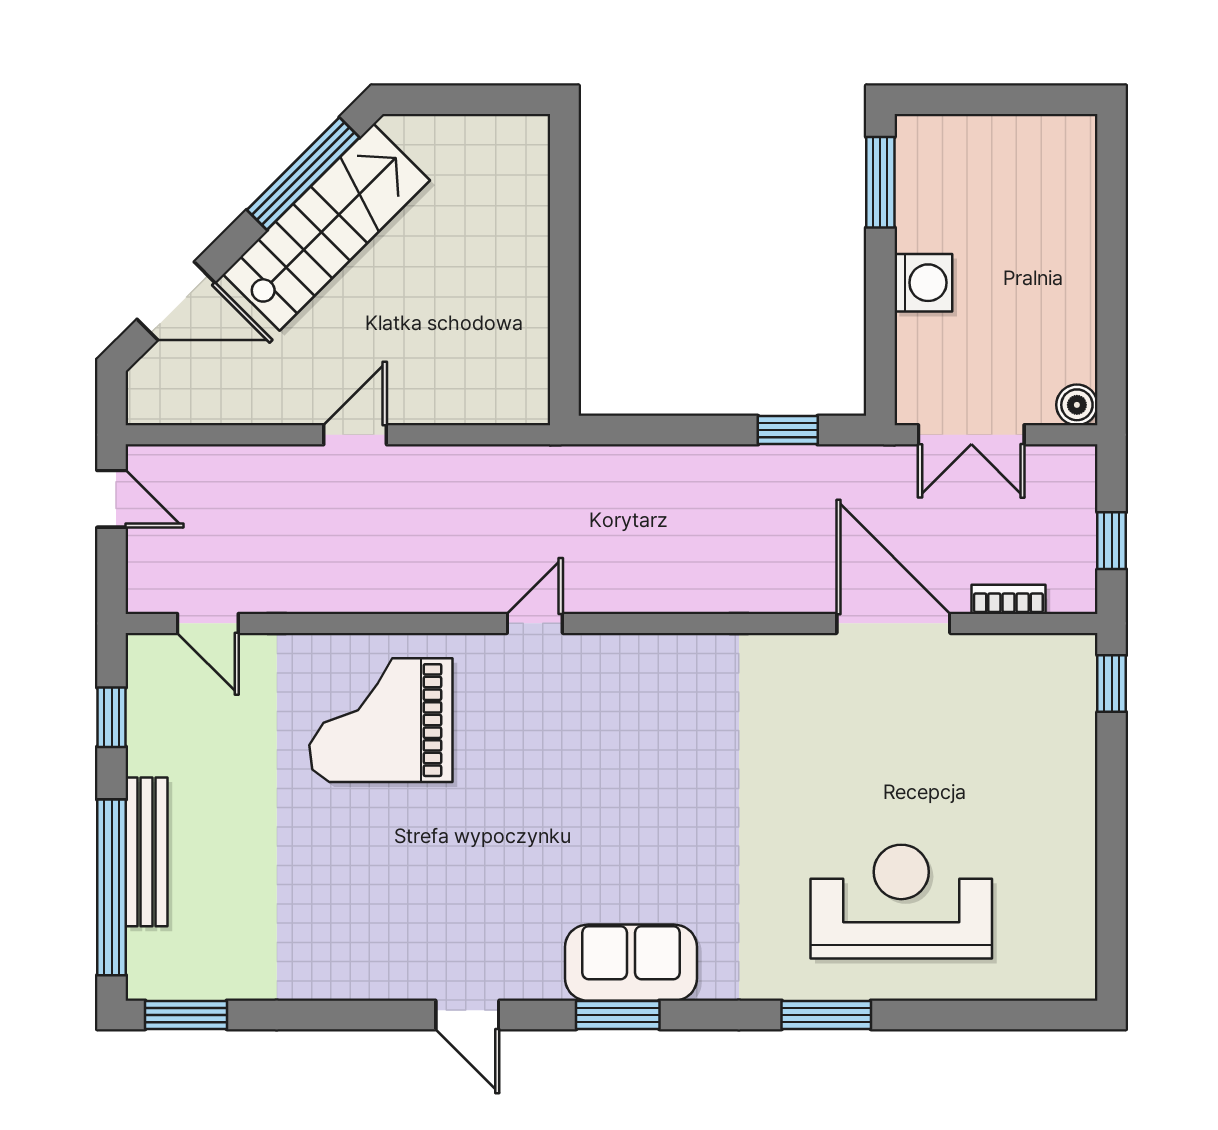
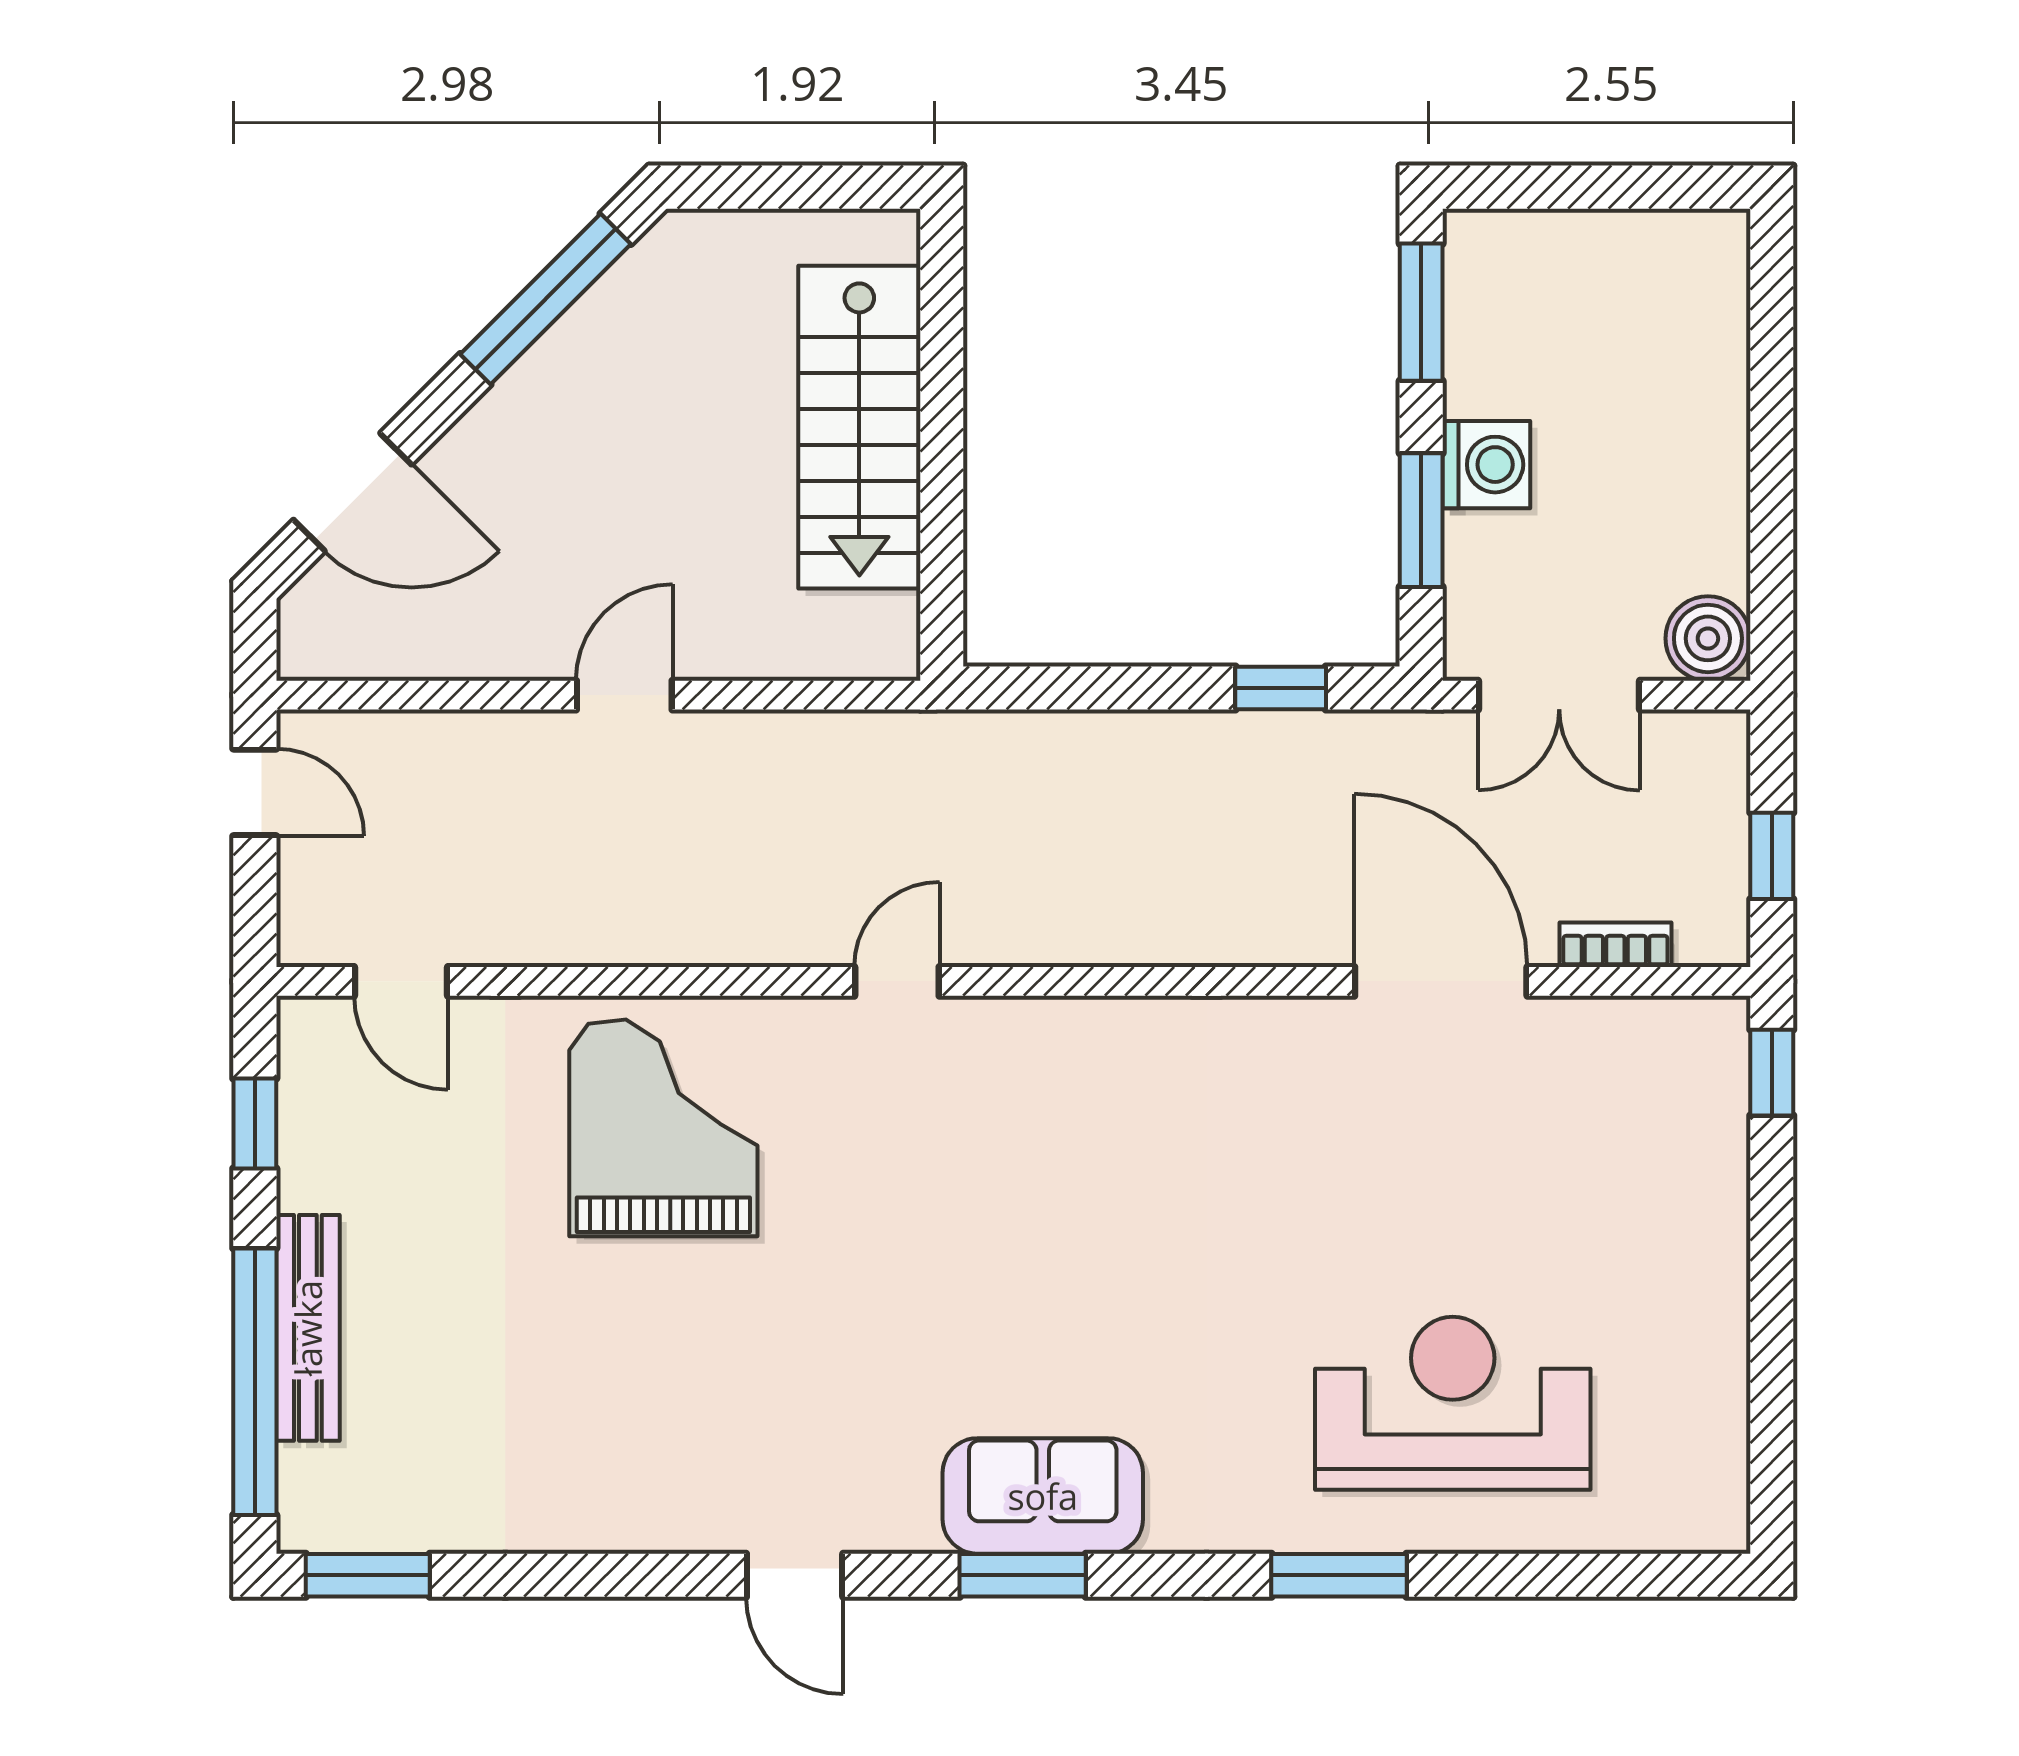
stairs: (326, 227) -> (859, 427), moved, turned 135
window: (880, 319) -> (1421, 520), added
boiler: (1077, 405) -> (1708, 638), width x1.36, depth x1.36
grand piano: (381, 720) -> (663, 1128), turned 90

